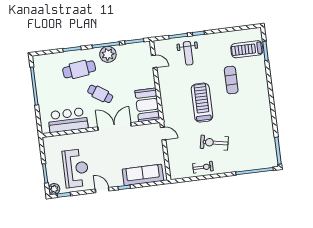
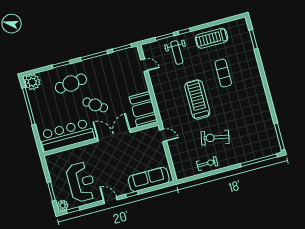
treadmill: (247, 49) -> (212, 38), moved
plant: (108, 54) -> (32, 82), moved
bar counter: (68, 120) -> (67, 135), width x1.36

